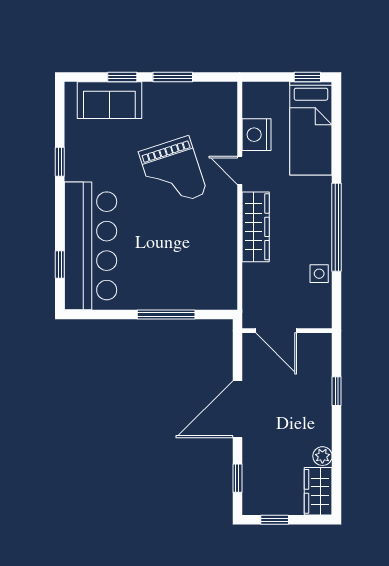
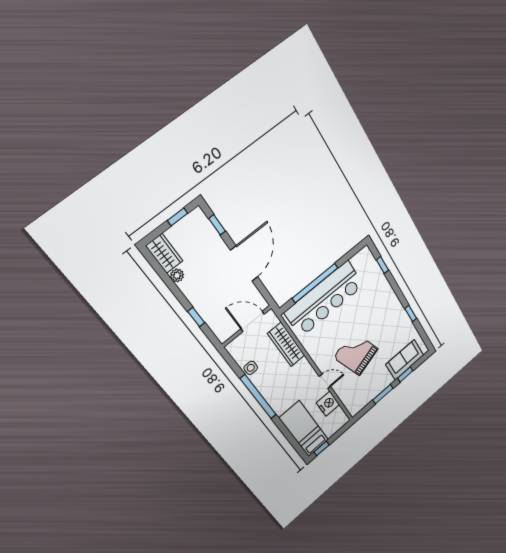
wardrobe: (256, 227) -> (286, 344), moved
bar counter: (90, 246) -> (325, 299), moved, turned -90
window: (166, 315) -> (315, 283), width x1.46

